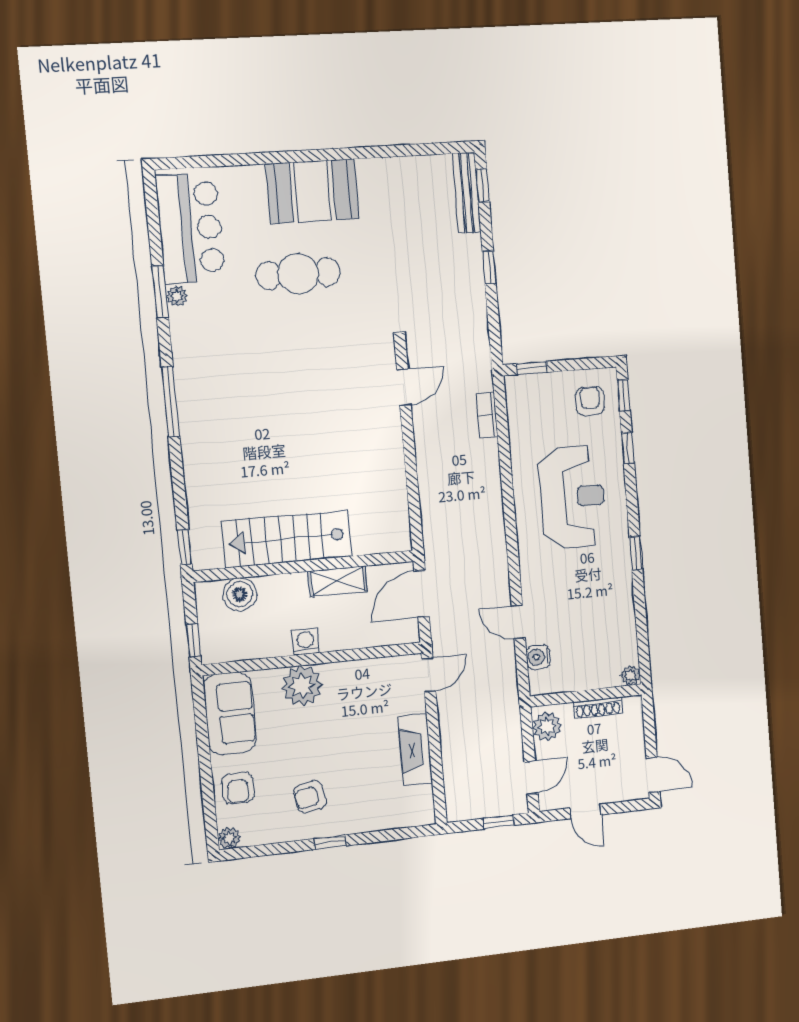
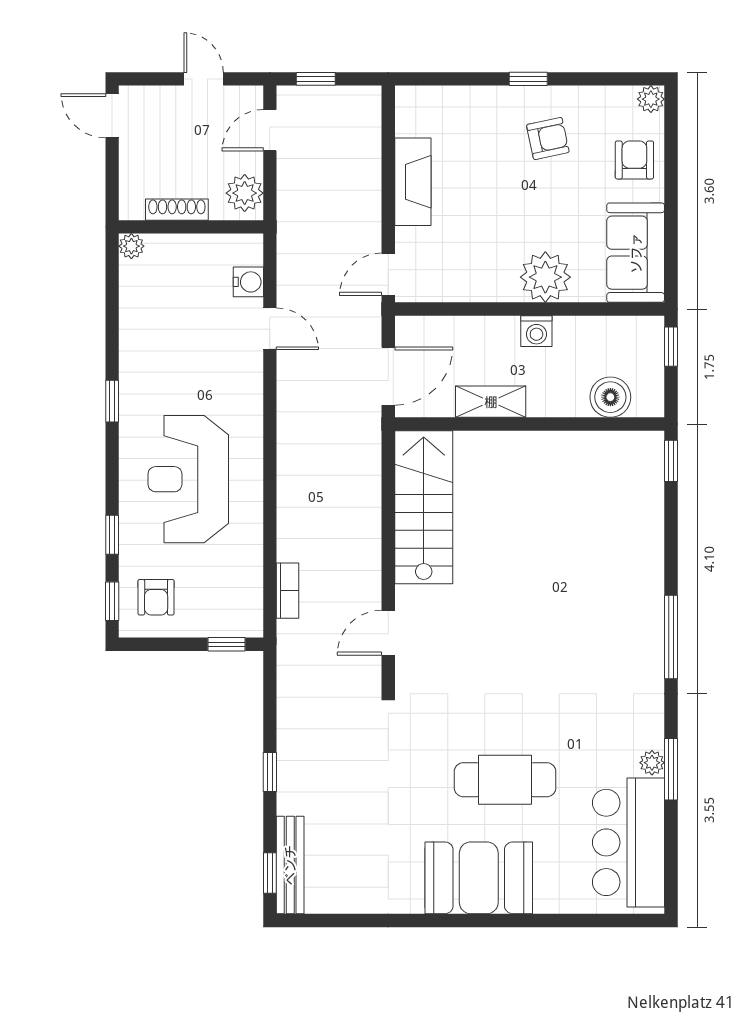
stairs: (287, 539) -> (424, 507), moved, turned -90

